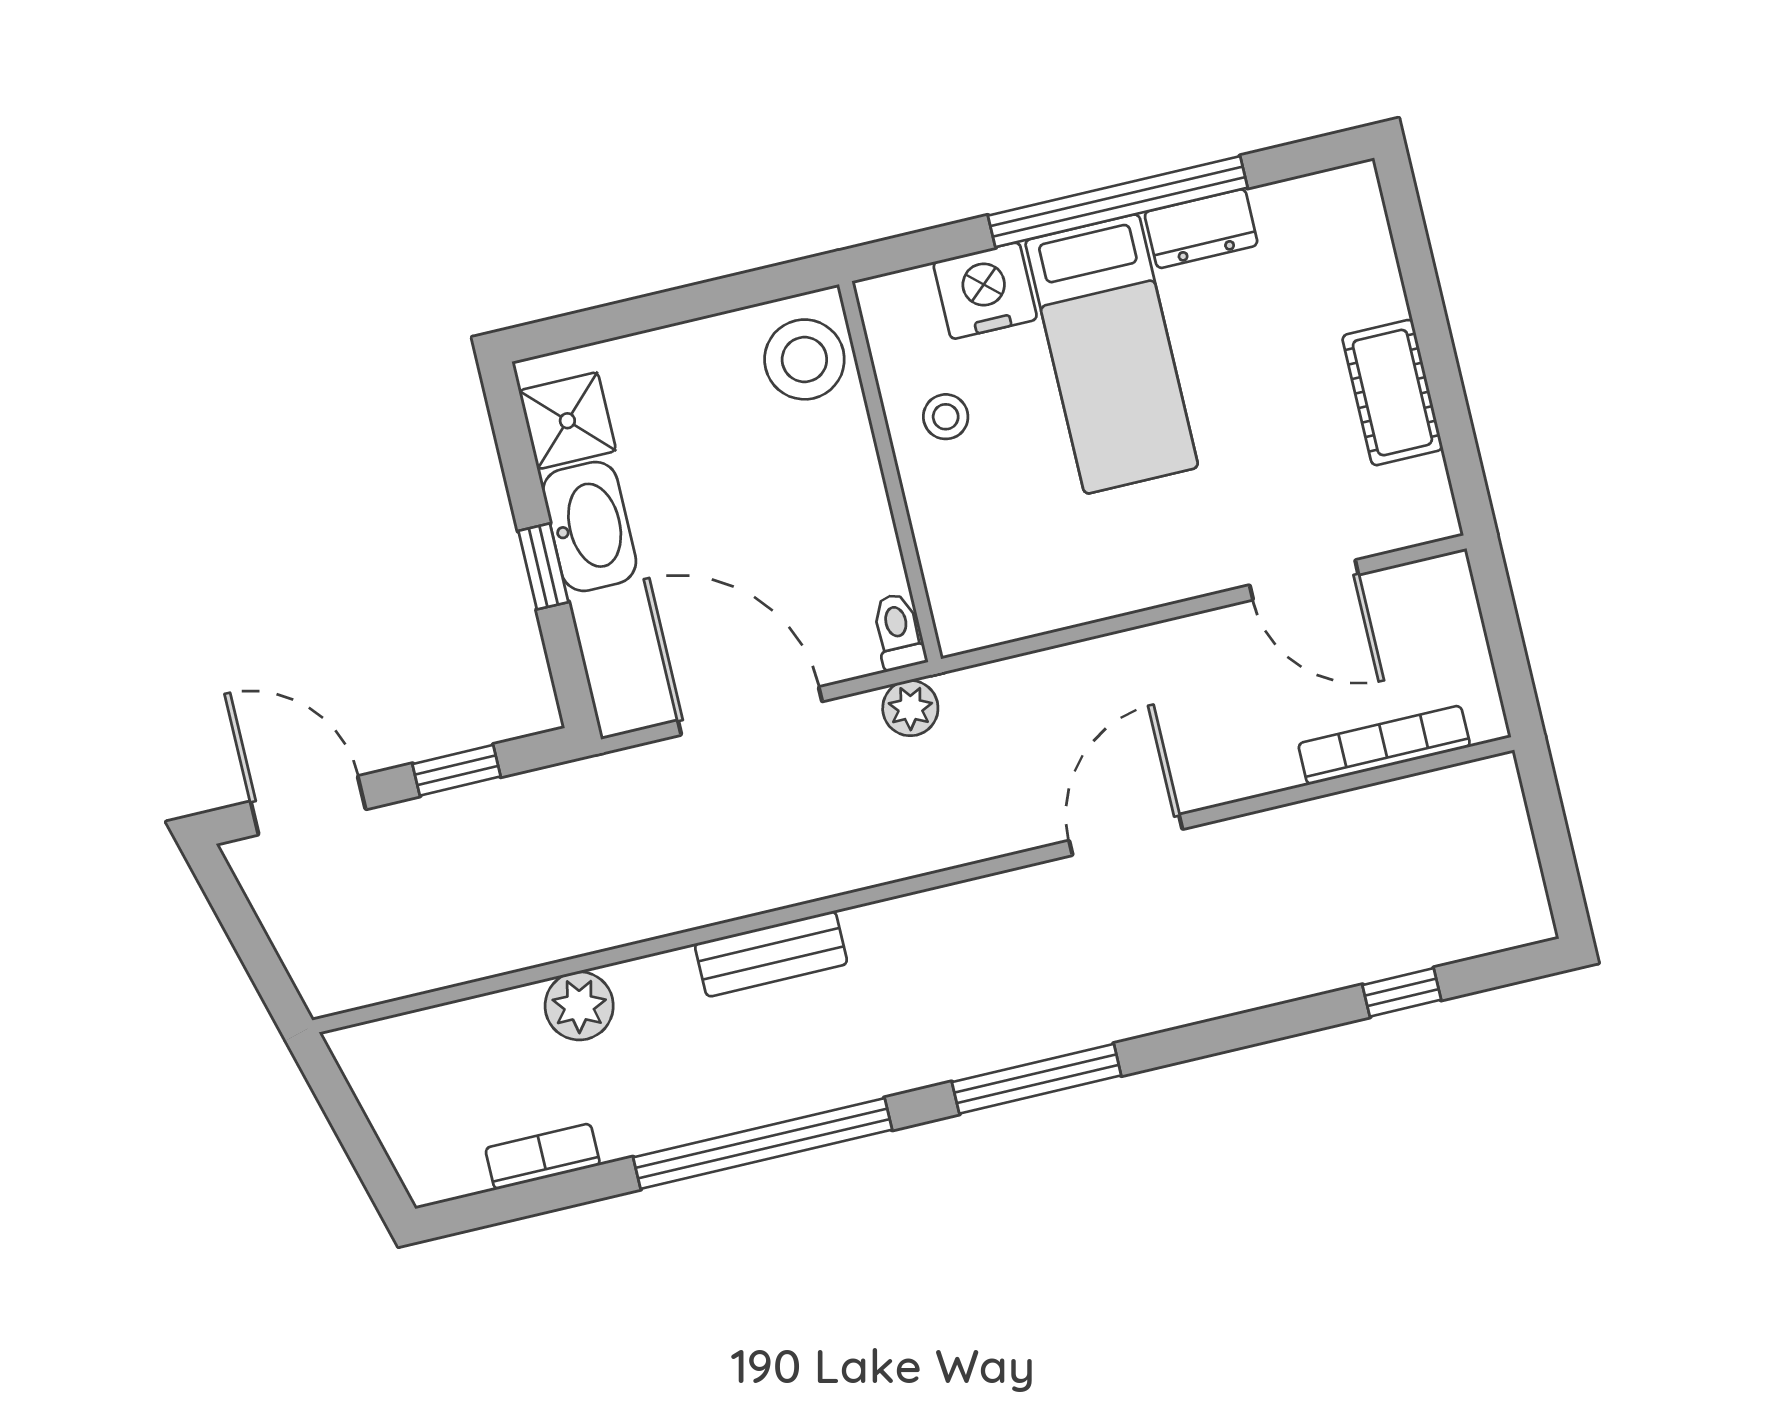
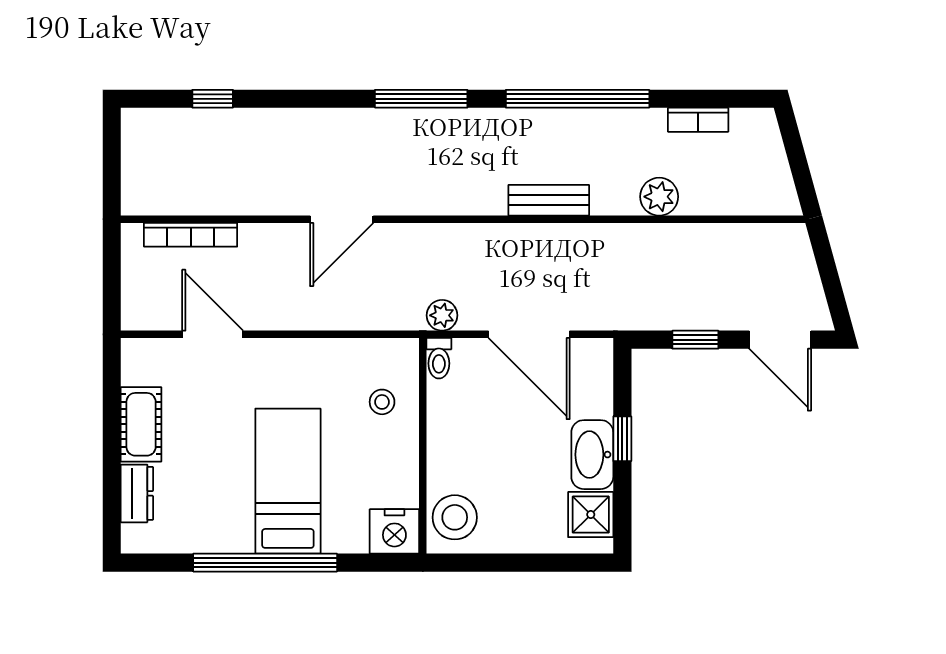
dresser: (1201, 229) -> (137, 493), moved, turned 90
nightstand: (985, 291) -> (394, 531), moved
stool: (946, 417) -> (382, 402), moved

